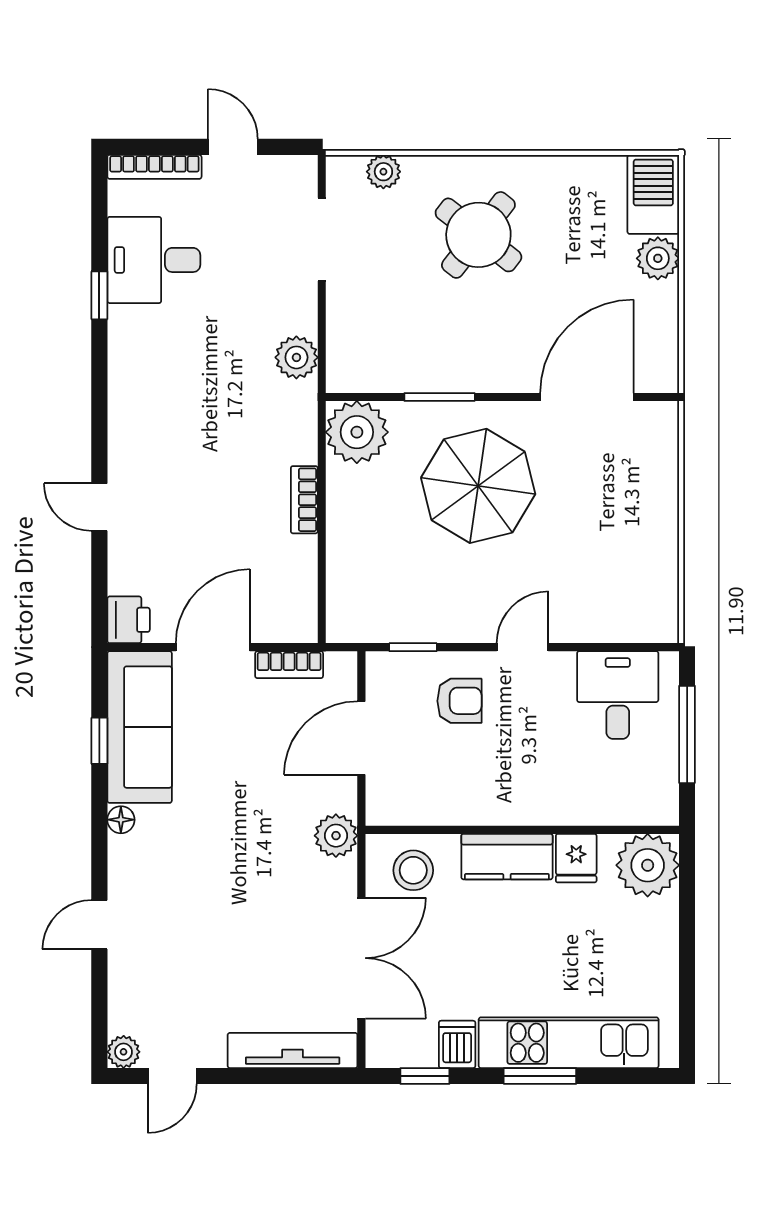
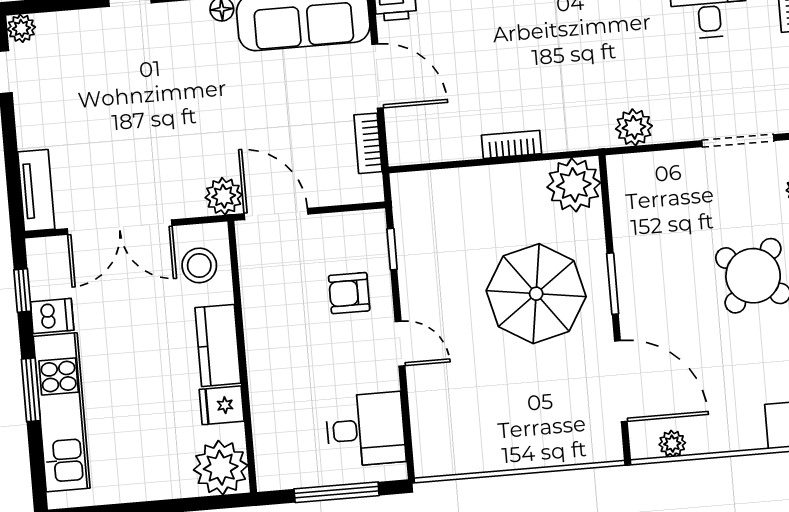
plant: (658, 258) -> (672, 444), moved, width x0.73, depth x0.73
window: (440, 397) -> (613, 284), moved
armchair: (459, 701) -> (349, 293), turned 90
door: (361, 738) -> (276, 214), moved
tv unit: (293, 1050) -> (36, 191), width x0.71

